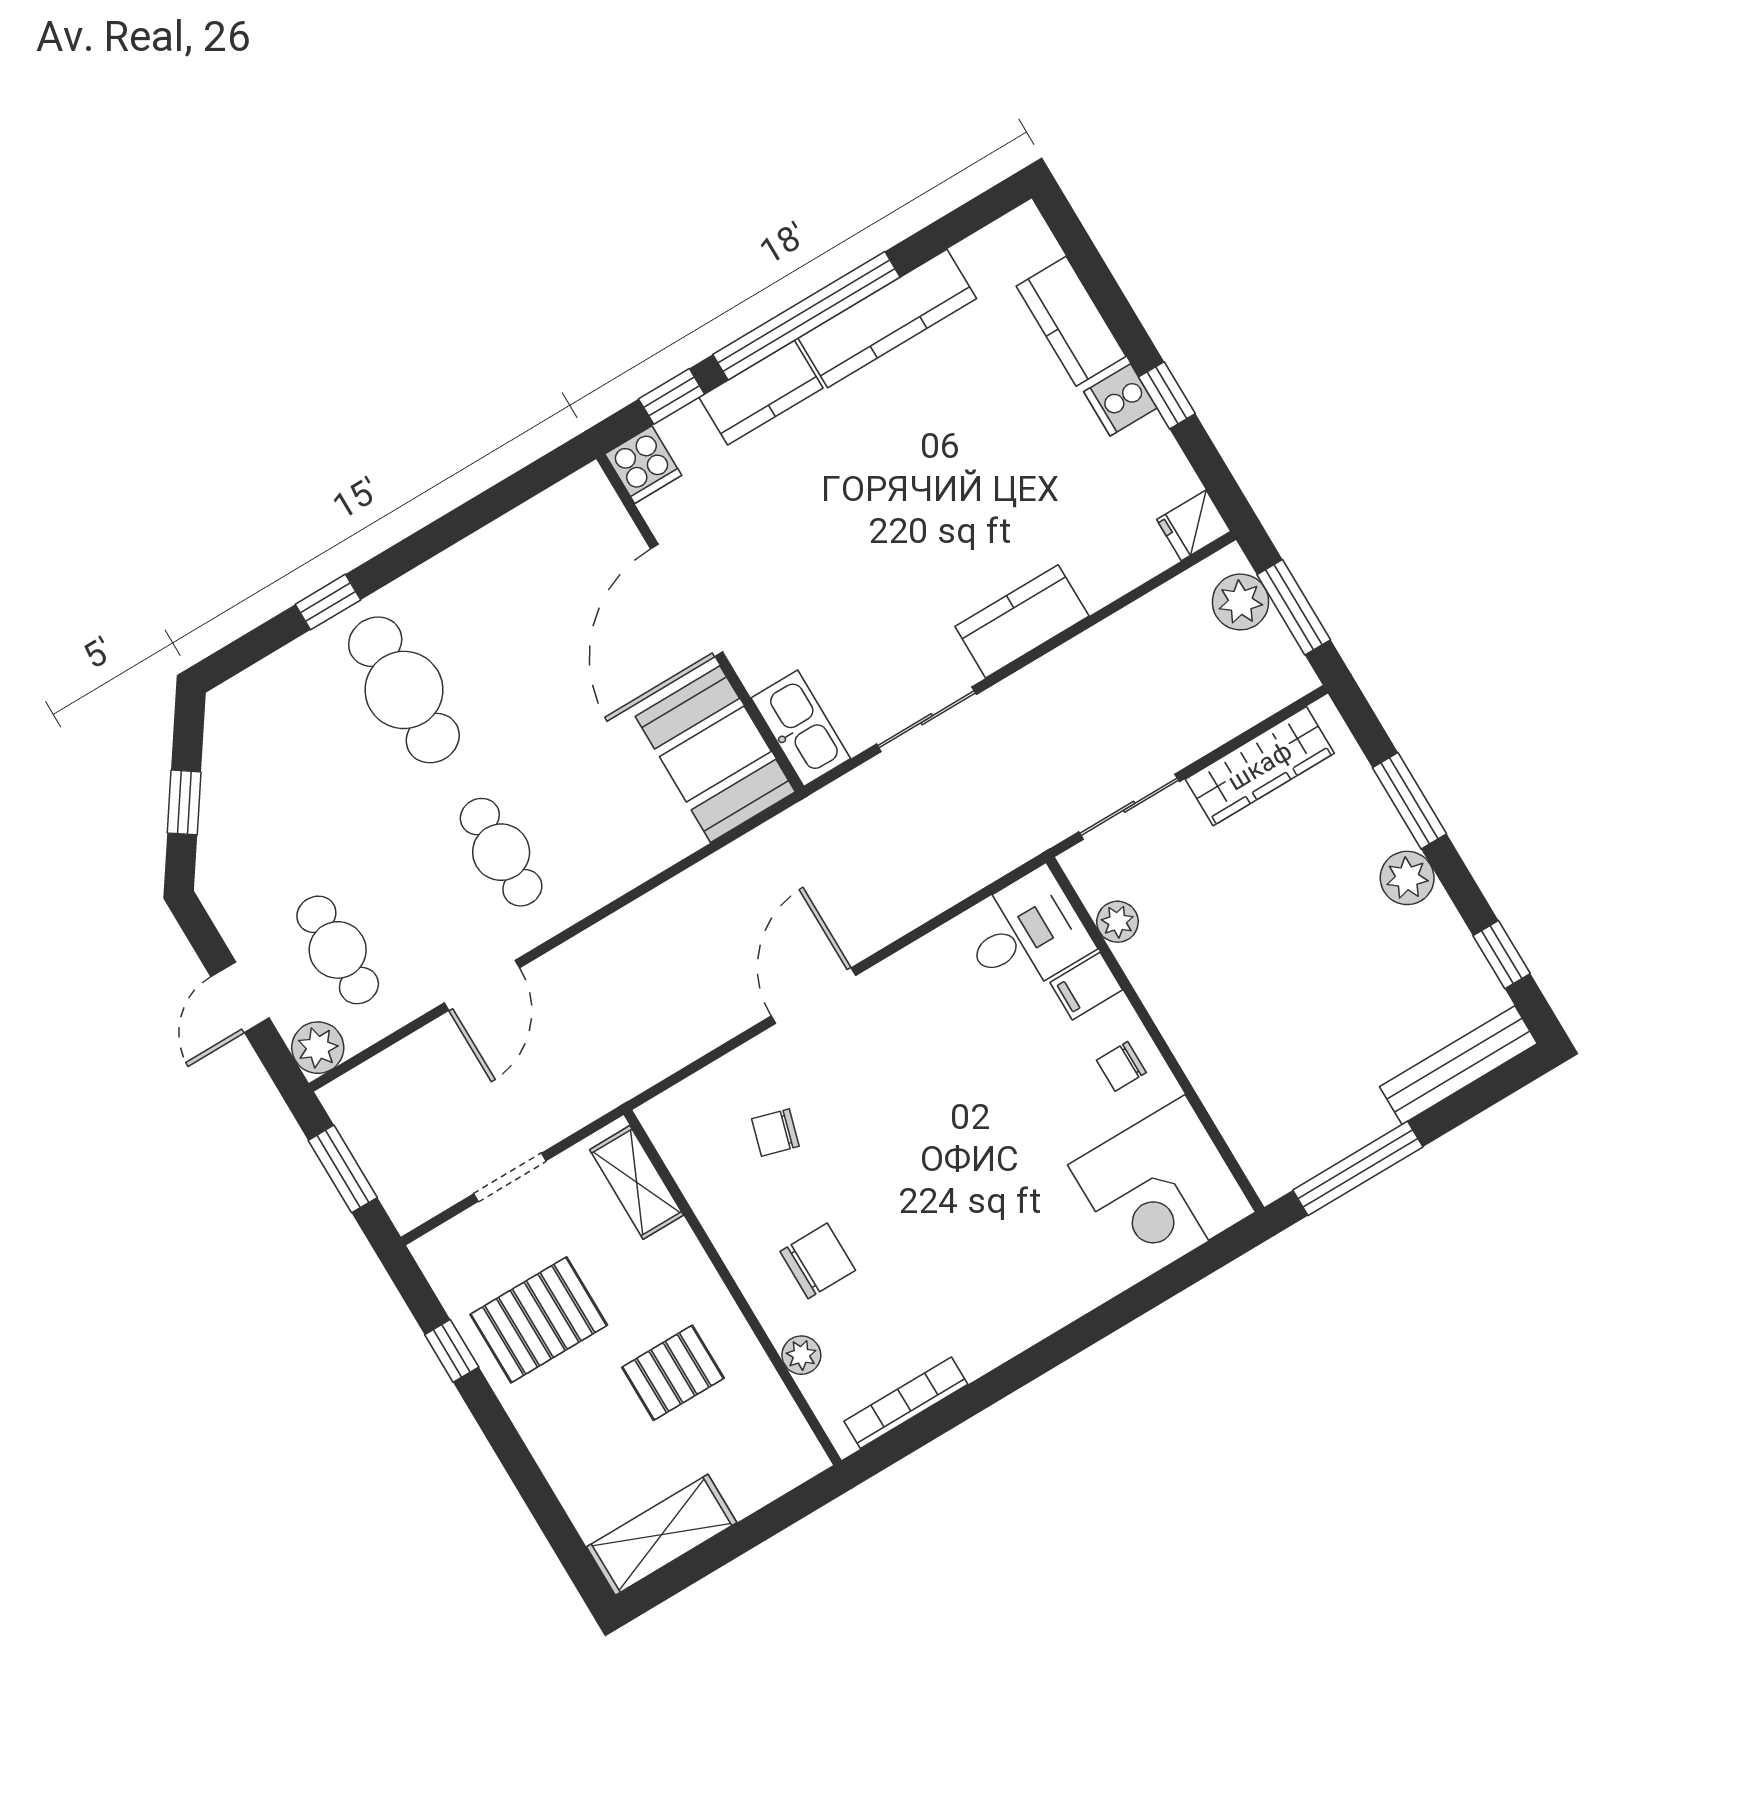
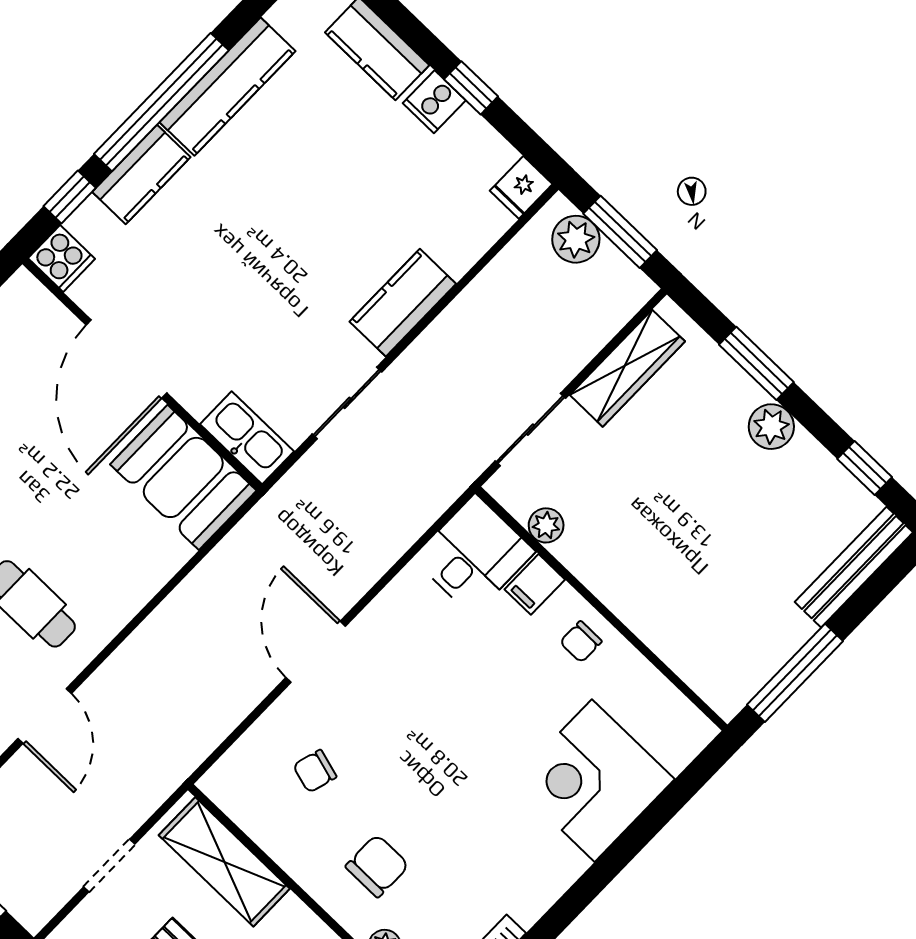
shelving: (637, 1182) -> (224, 862), width x1.50, depth x1.33
corner desk: (1162, 1189) -> (593, 781), moved, turned 90

